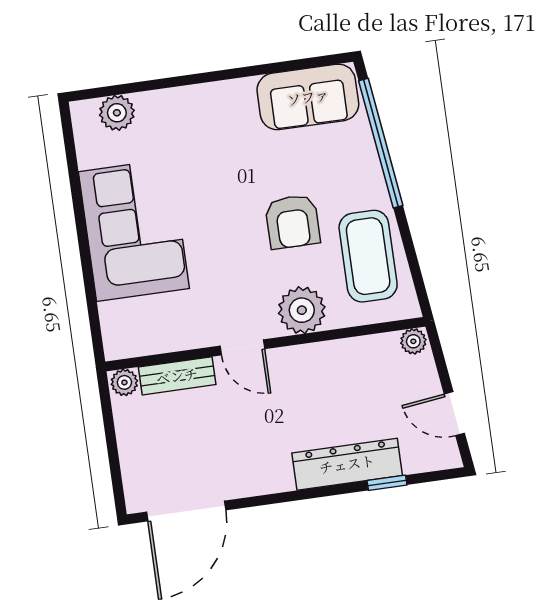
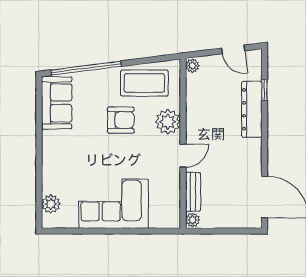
door: (454, 414) -> (233, 49), hinge flipped

